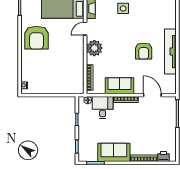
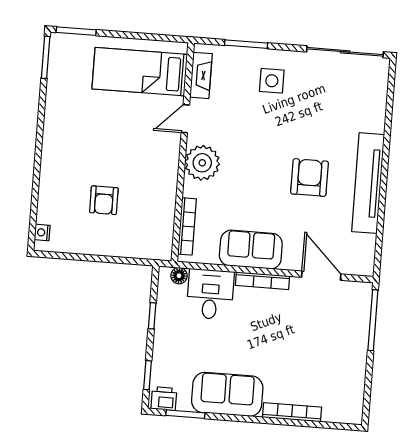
armchair: (36, 38) -> (104, 200), moved, width x0.53, depth x0.53
armchair: (144, 51) -> (309, 178), turned 180
printer: (164, 157) -> (164, 399), moved

